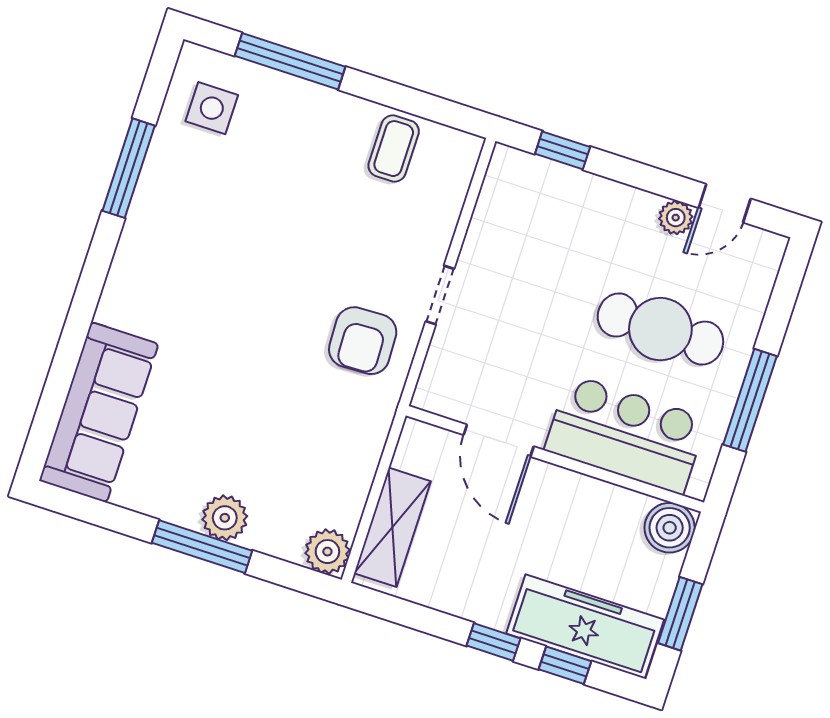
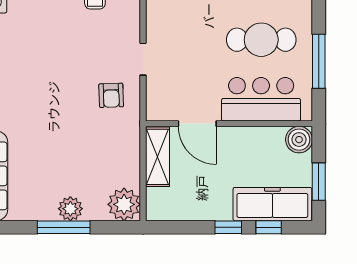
armchair: (363, 341) -> (111, 95), width x0.72, depth x0.72
shelving: (392, 527) -> (158, 157), moved
plant: (327, 552) -> (124, 204), width x1.36, depth x1.36

